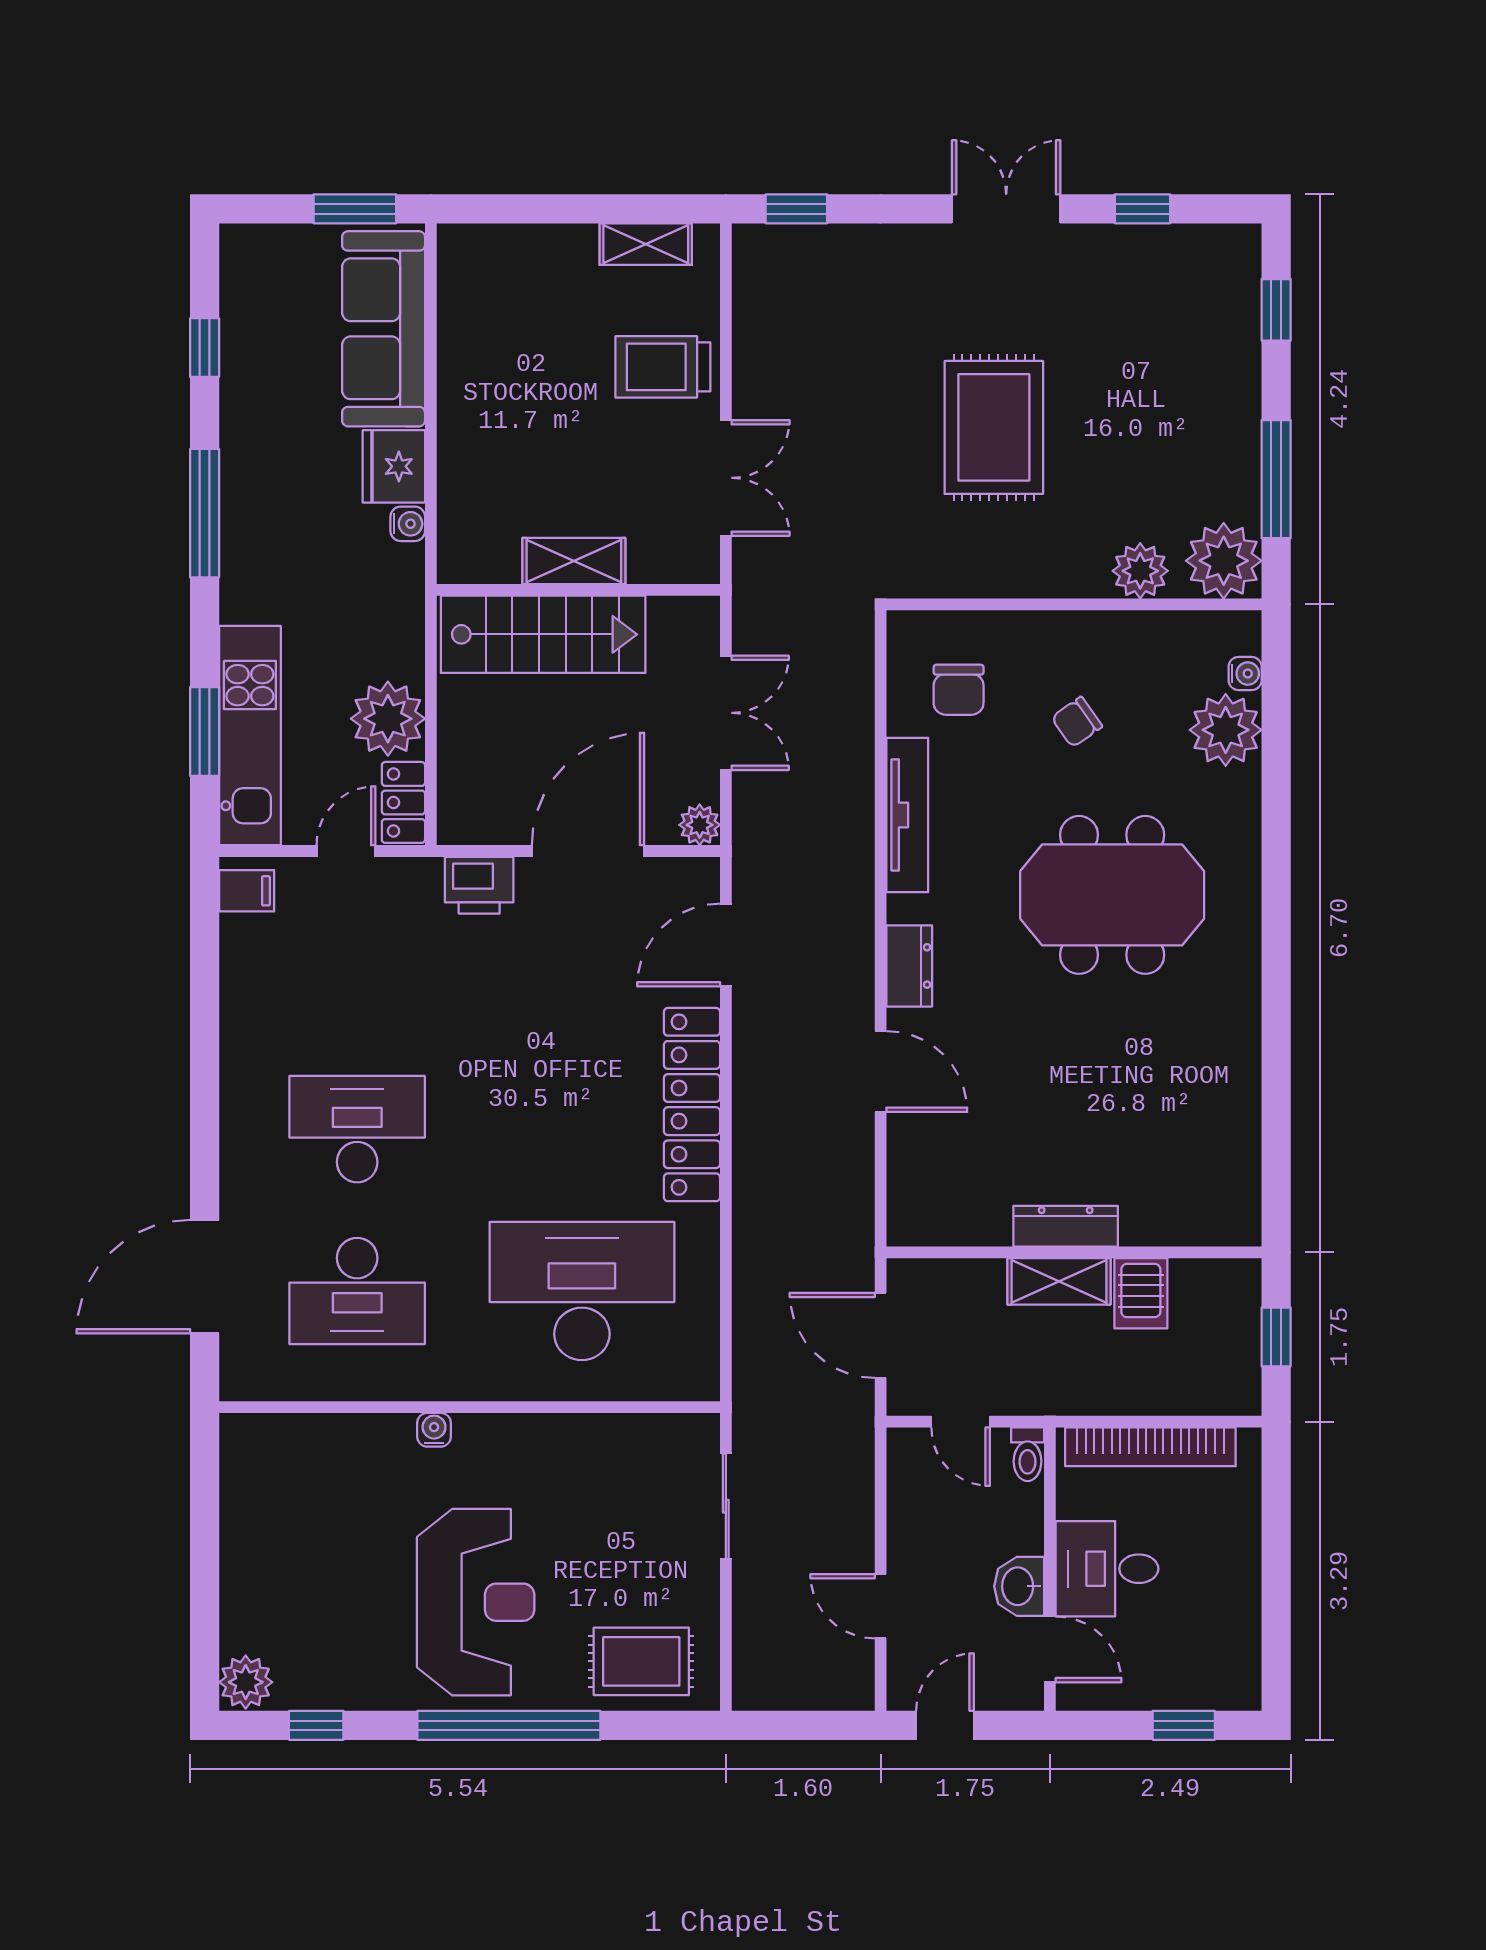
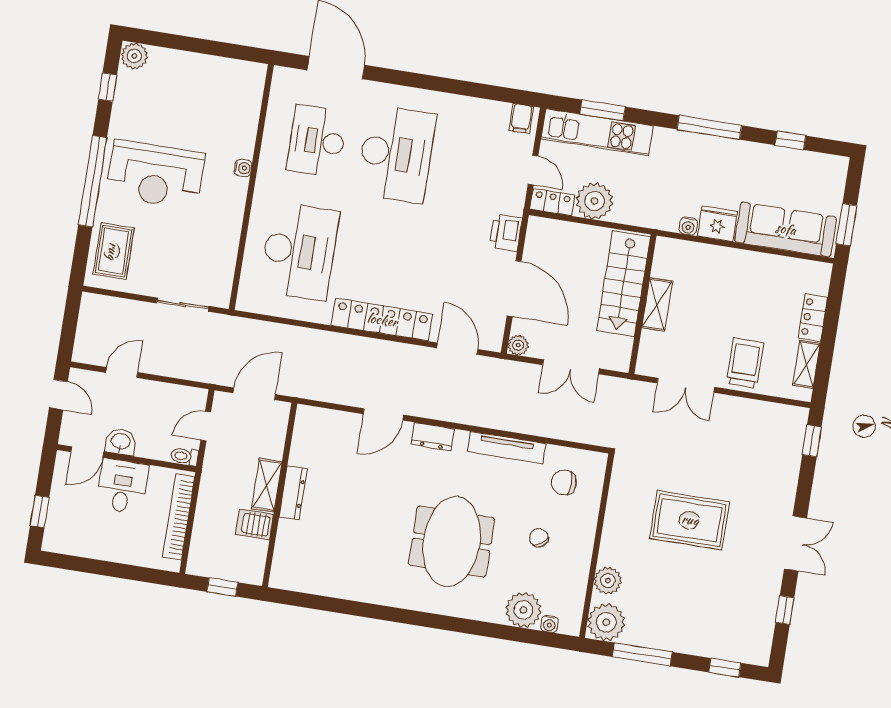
locker: (550, 246) -> (813, 317), added
desk: (357, 1129) -> (396, 154), width x1.36, depth x1.30

